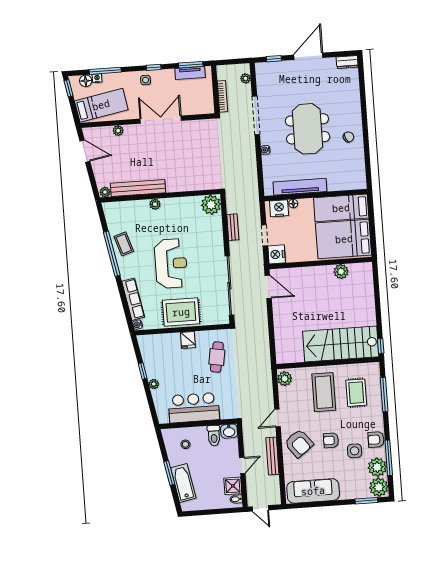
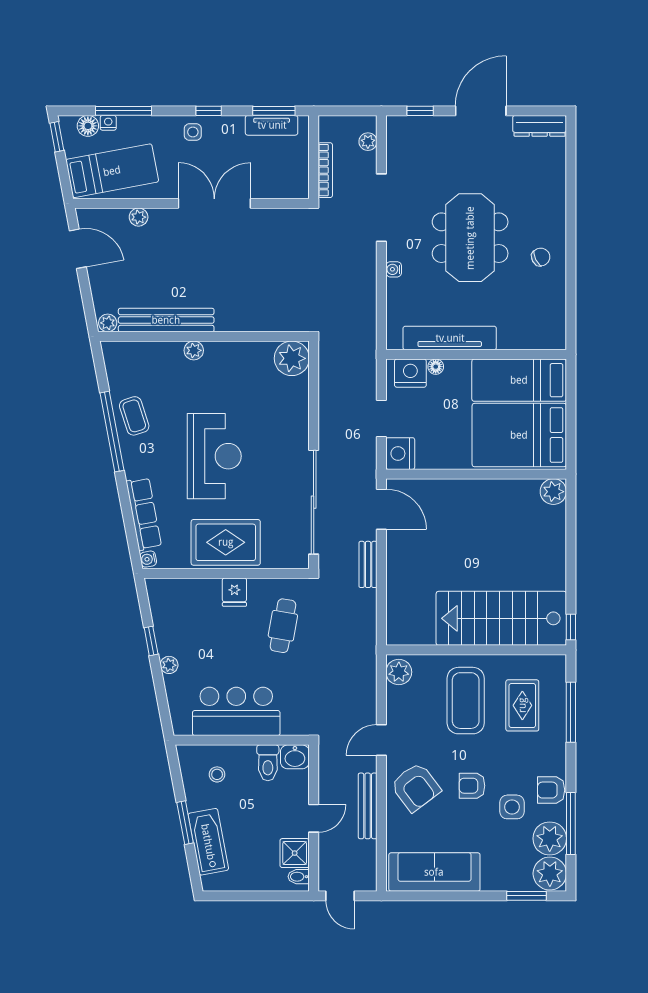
dresser: (347, 62) -> (540, 126), width x1.44
bench: (233, 227) -> (368, 564), moved
plant: (341, 272) -> (553, 492), moved

